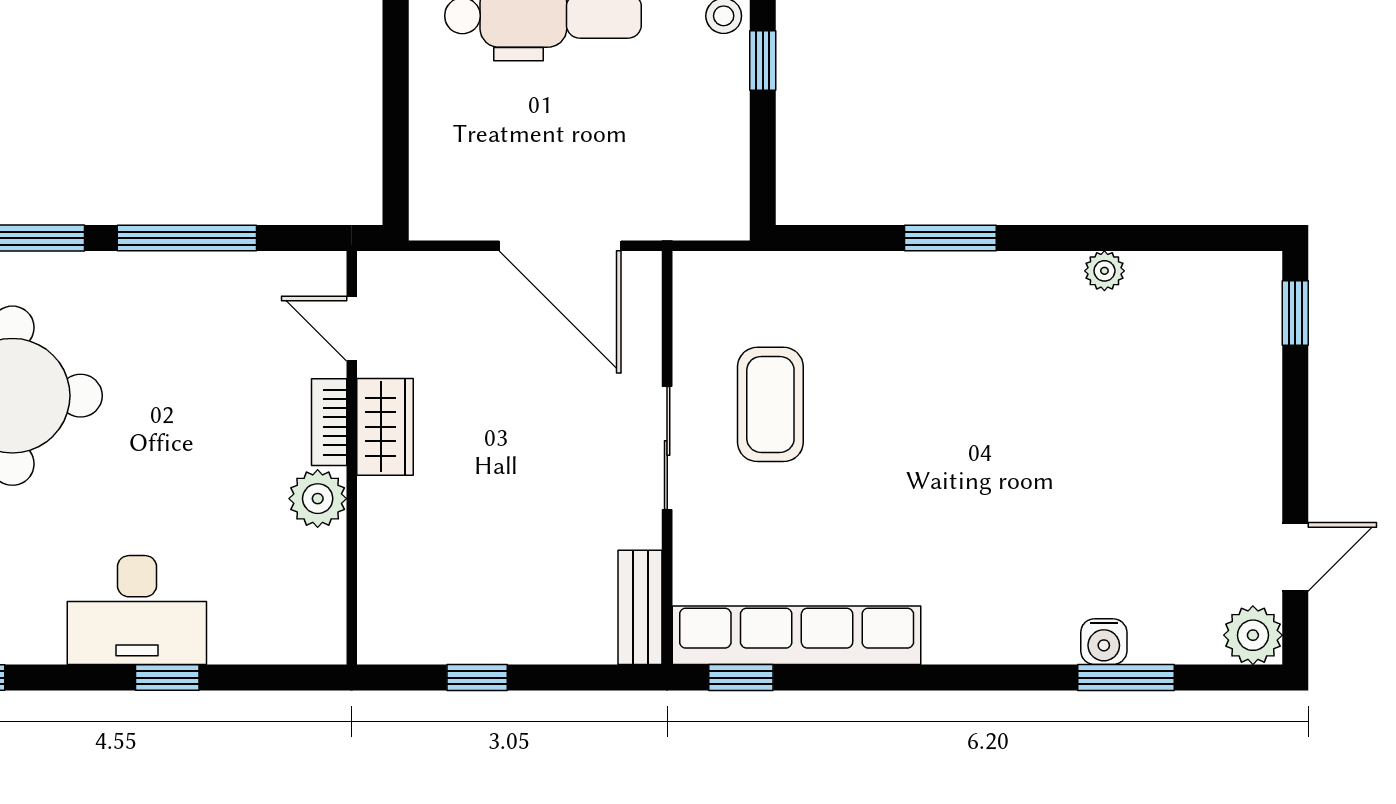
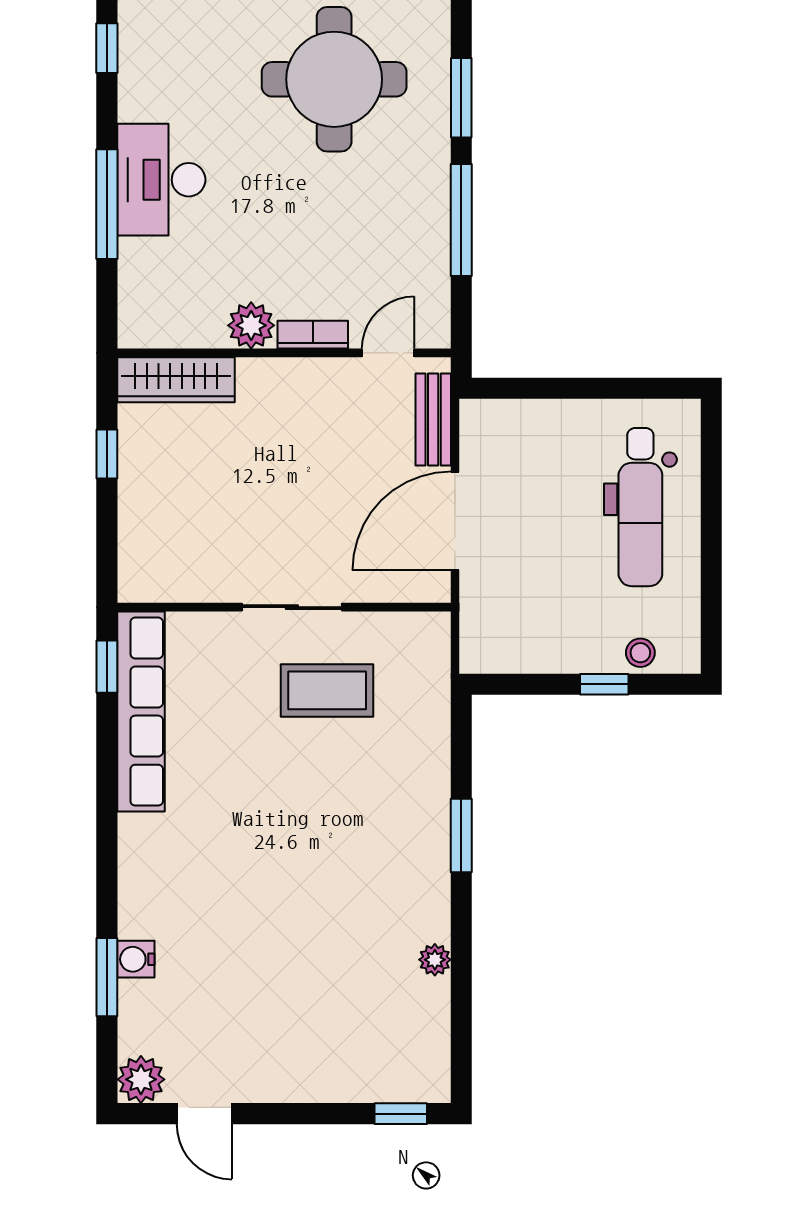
wardrobe: (385, 427) -> (176, 380), moved, width x1.50
bench: (640, 607) -> (433, 419), moved, turned 90
window: (167, 678) -> (107, 204), width x2.17

